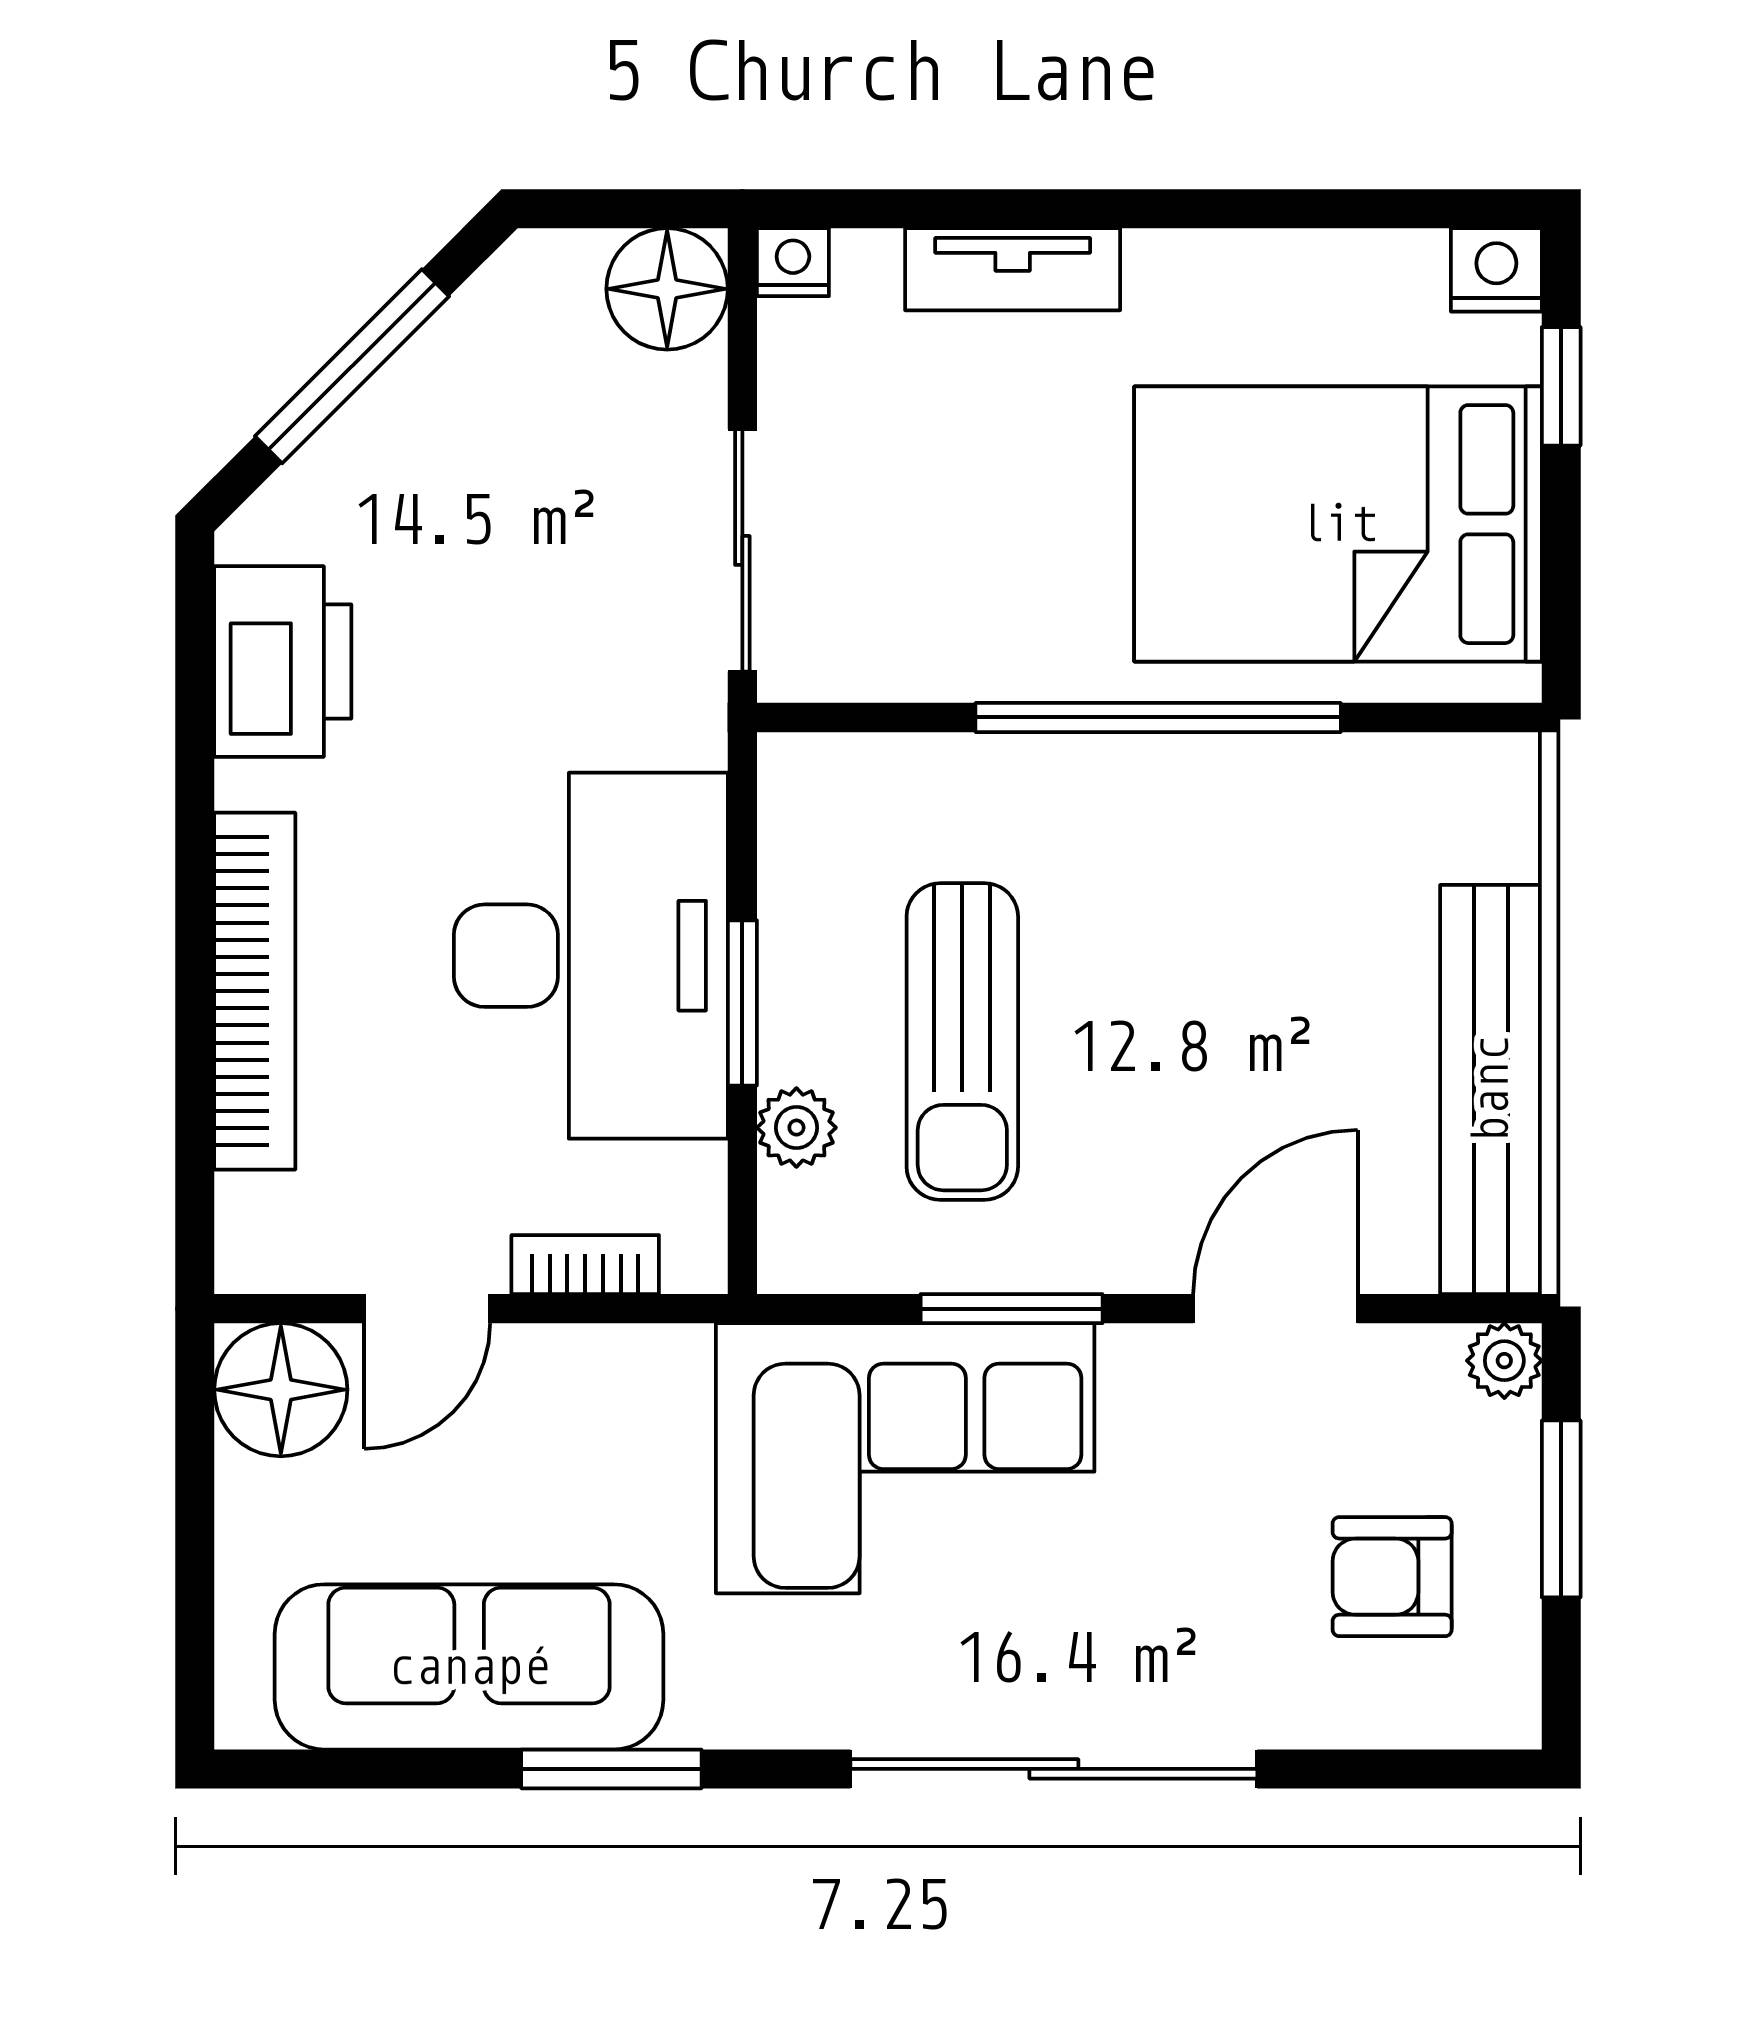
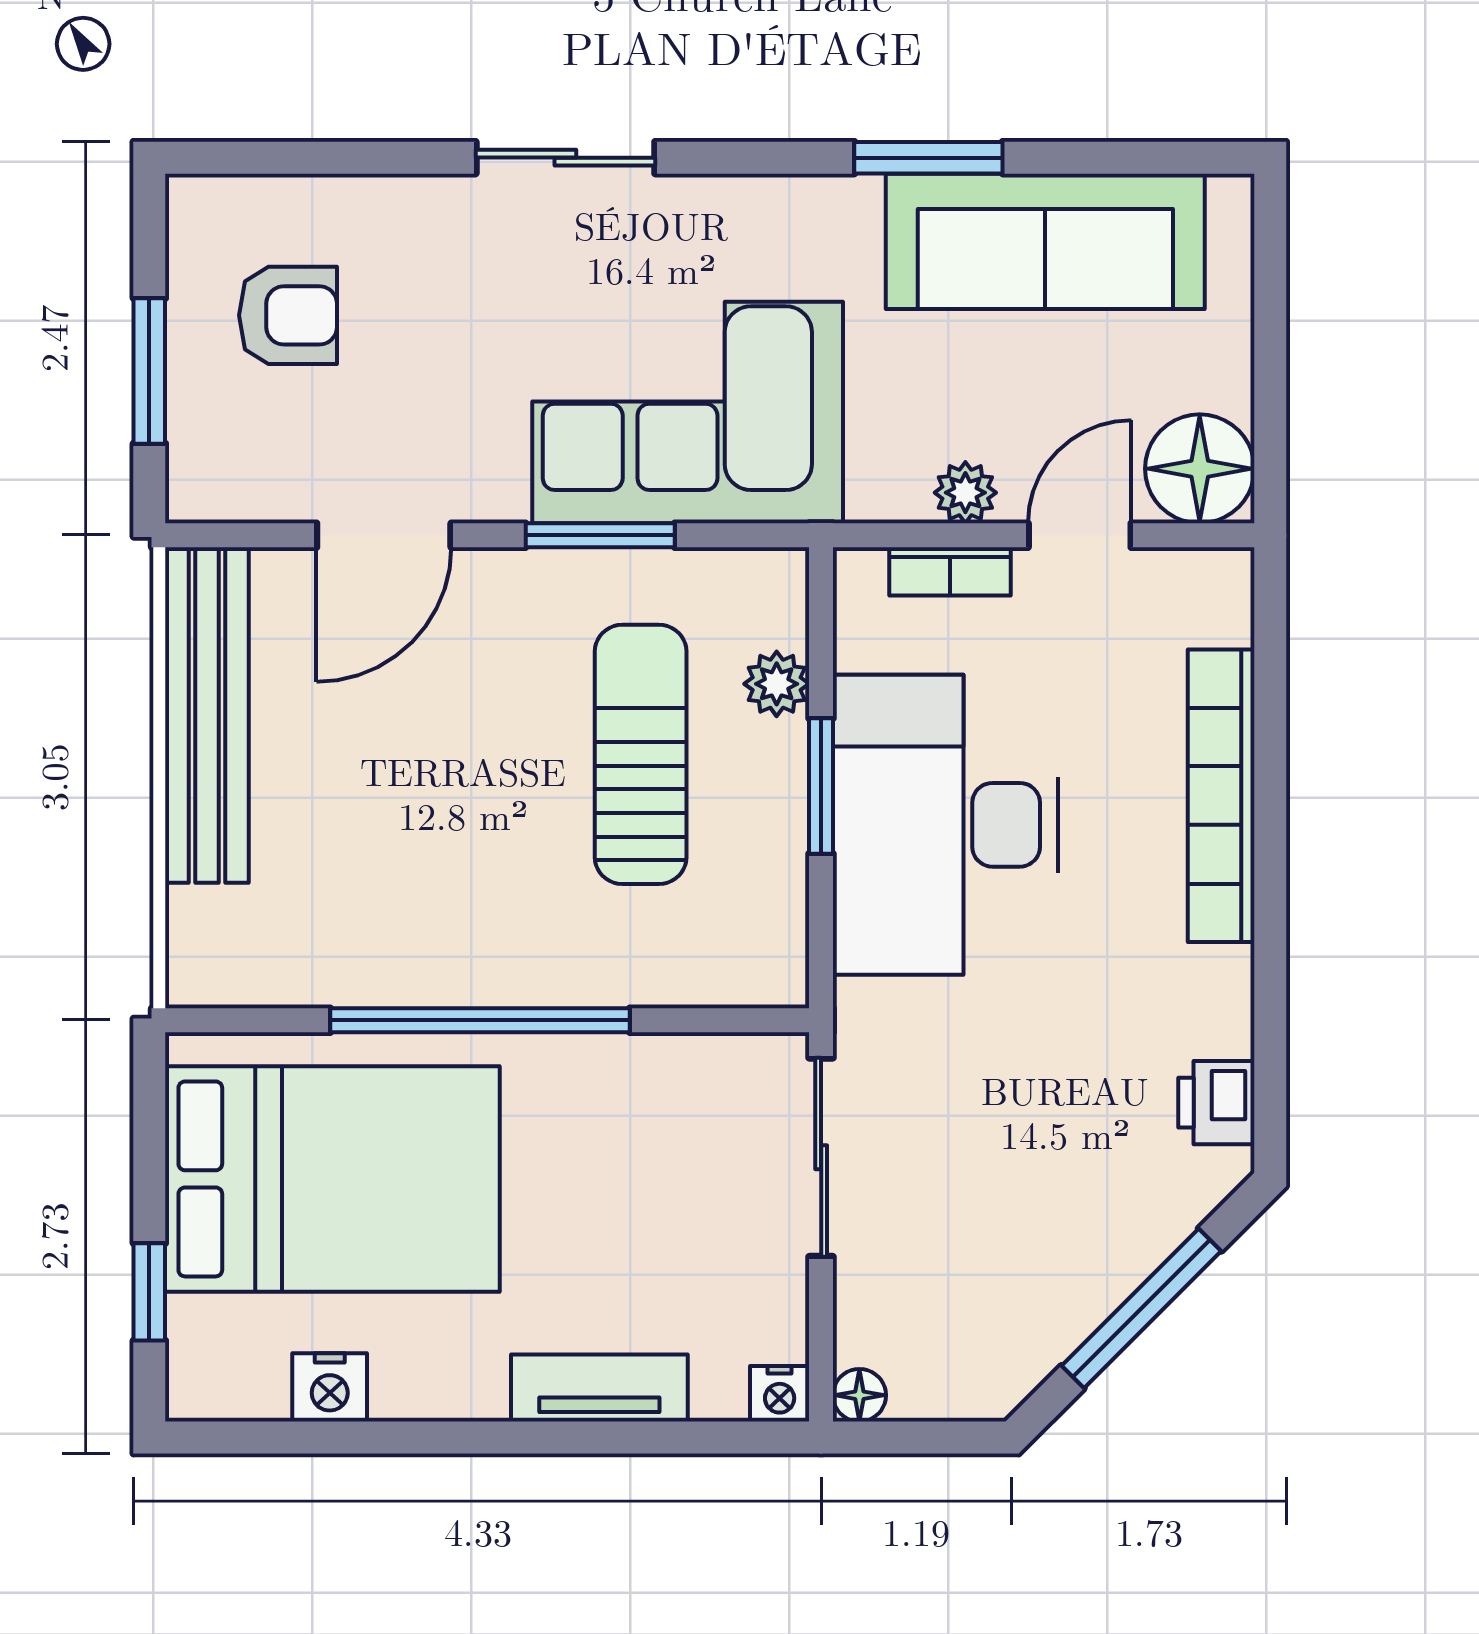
nightstand: (1496, 270) -> (330, 1387), moved
floor lamp: (667, 289) -> (859, 1395), width x0.53, depth x0.53
printer: (283, 661) -> (1216, 1103), width x0.53, depth x0.68
plant: (1504, 1361) -> (965, 493), moved
sliding door: (1054, 1769) -> (565, 158), width x0.54

